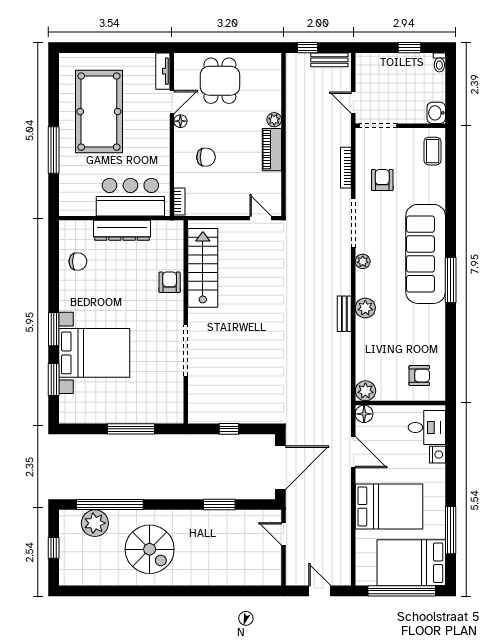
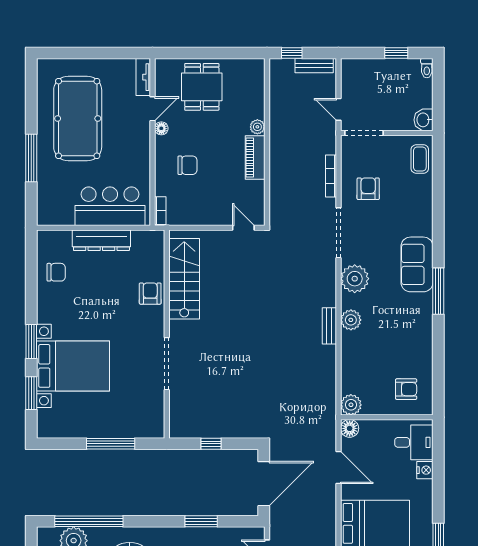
sofa: (426, 254) -> (417, 264), width x0.54, depth x0.79
plant: (363, 261) -> (355, 279), width x1.87, depth x1.87

